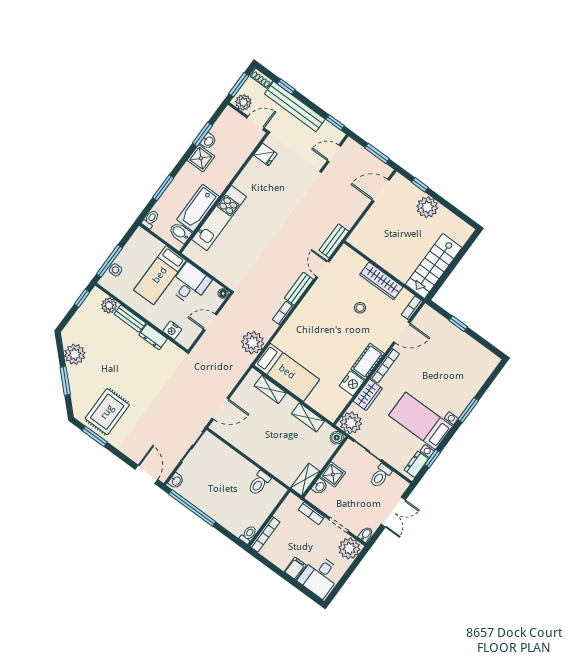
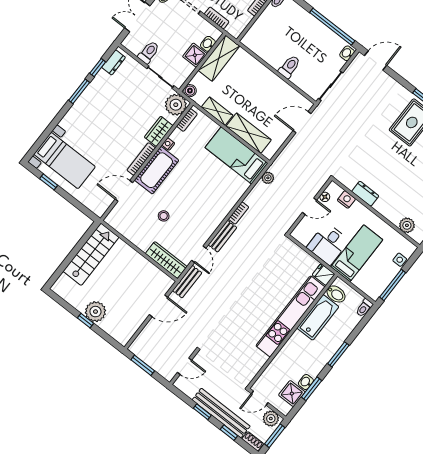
window: (335, 123) -> (202, 412), moved
fridge: (265, 154) -> (324, 275), moved
shower: (201, 158) -> (292, 394), moved
window: (420, 185) -> (85, 321), moved
window: (163, 188) -> (338, 354), moved
door: (381, 190) -> (159, 306), moved
kitchen unit: (219, 218) -> (290, 316), width x1.36
window: (109, 261) -> (393, 285), moved
wardrobe: (381, 281) -> (166, 260), moved
floor lamp: (223, 293) -> (325, 197), moved
bookcase: (412, 308) -> (187, 120), moved
bench: (130, 319) -> (387, 212), removed
window: (458, 324) -> (49, 182), moved
plant: (253, 343) -> (268, 178), width x0.53, depth x0.53
cot: (368, 361) -> (157, 170), width x1.37, depth x1.34
nightstand: (352, 383) -> (168, 144), width x0.53, depth x0.56
shelving: (270, 389) -> (249, 133), width x1.50, depth x1.33
window: (468, 410) -> (79, 91), moved
bed with nightstands: (420, 421) -> (65, 160), moved
door: (146, 474) -> (376, 61), swing flipped
shelving: (305, 480) -> (219, 58), width x1.50, depth x1.33
toilet: (259, 483) -> (289, 67), moved

